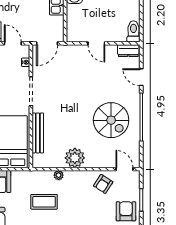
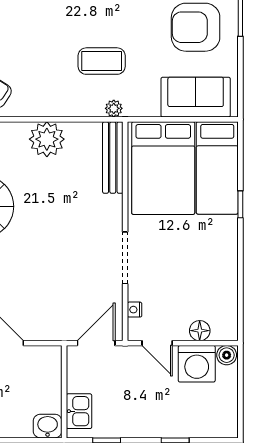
bench: (38, 133) -> (113, 157), moved
plant: (59, 175) -> (114, 108), moved

